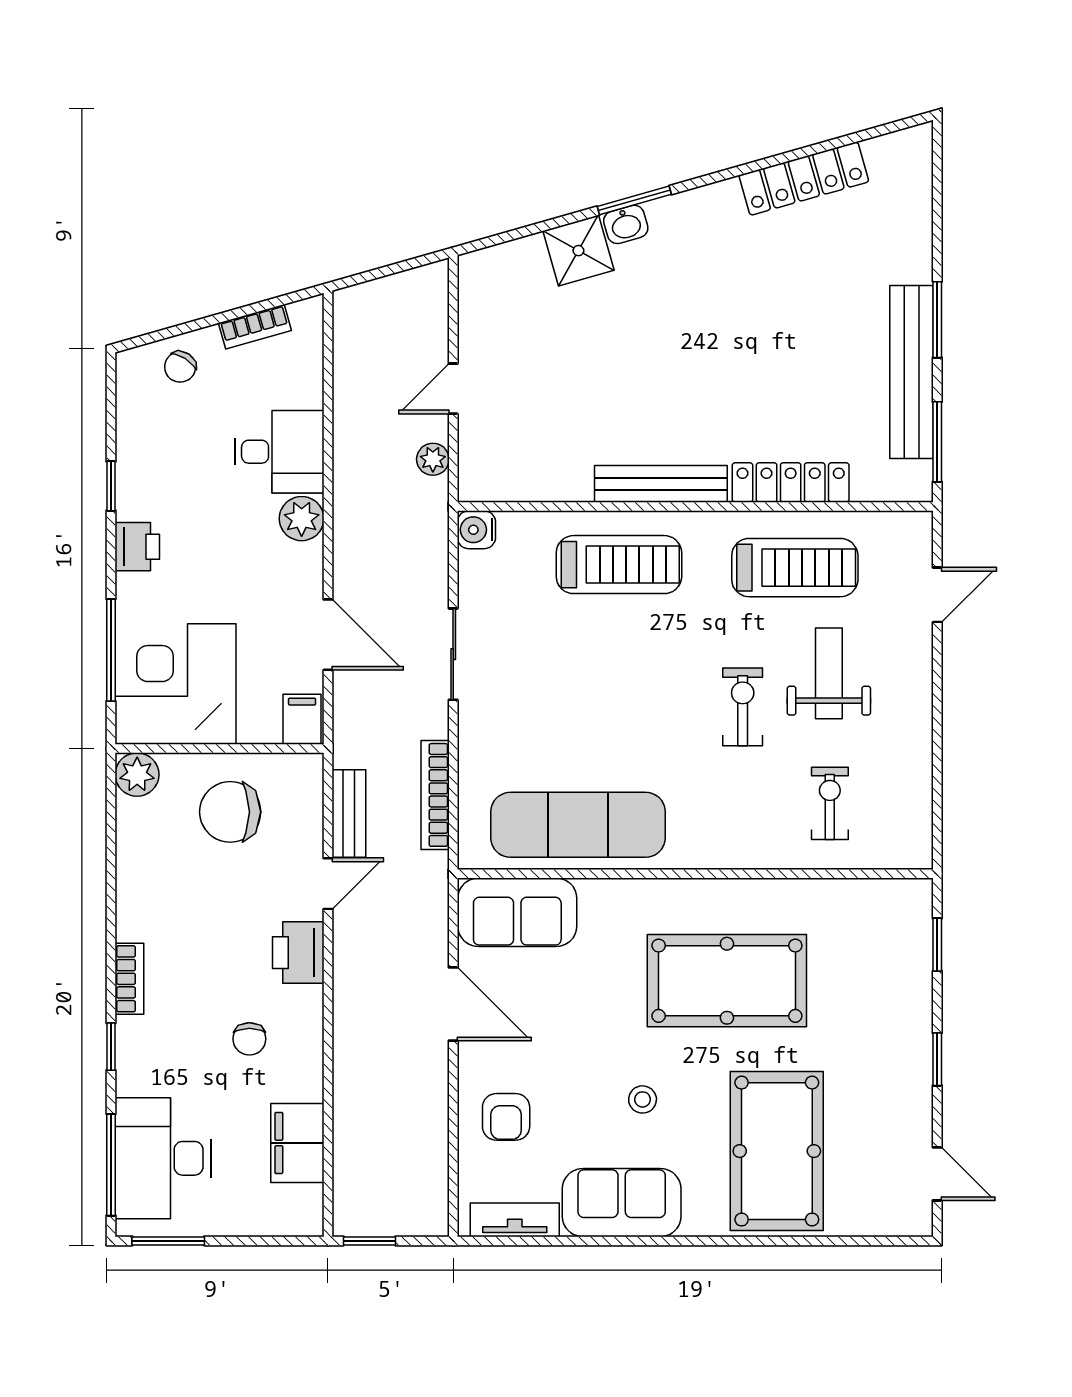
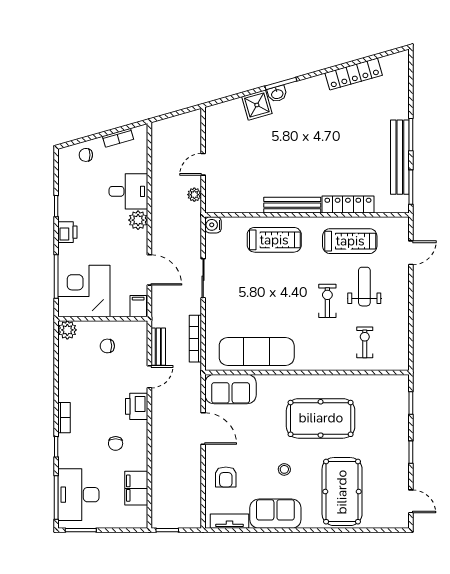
chair: (180, 367) -> (86, 155), turned 57
chair: (230, 812) -> (107, 346), width x0.54, depth x0.54

